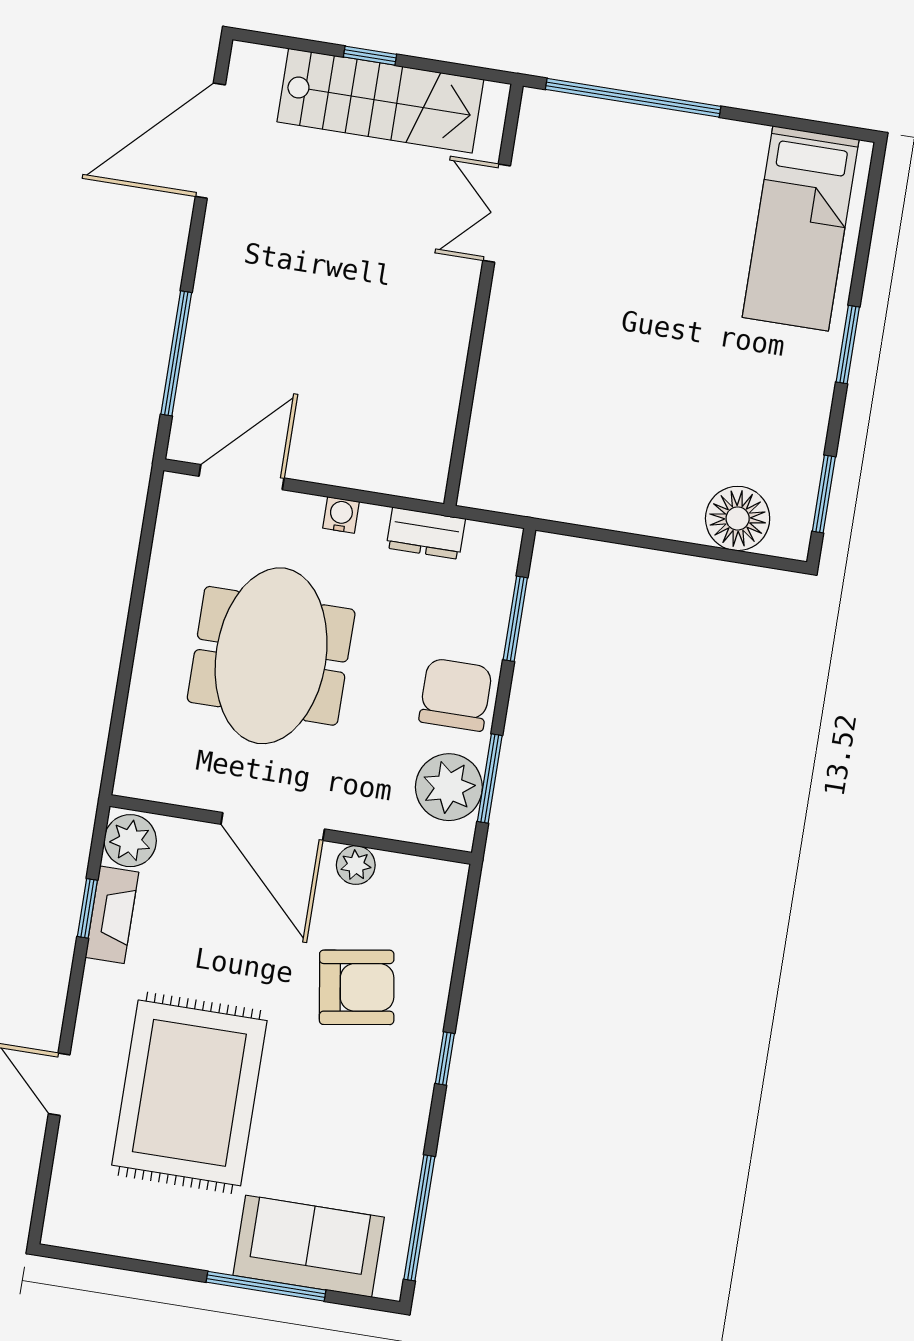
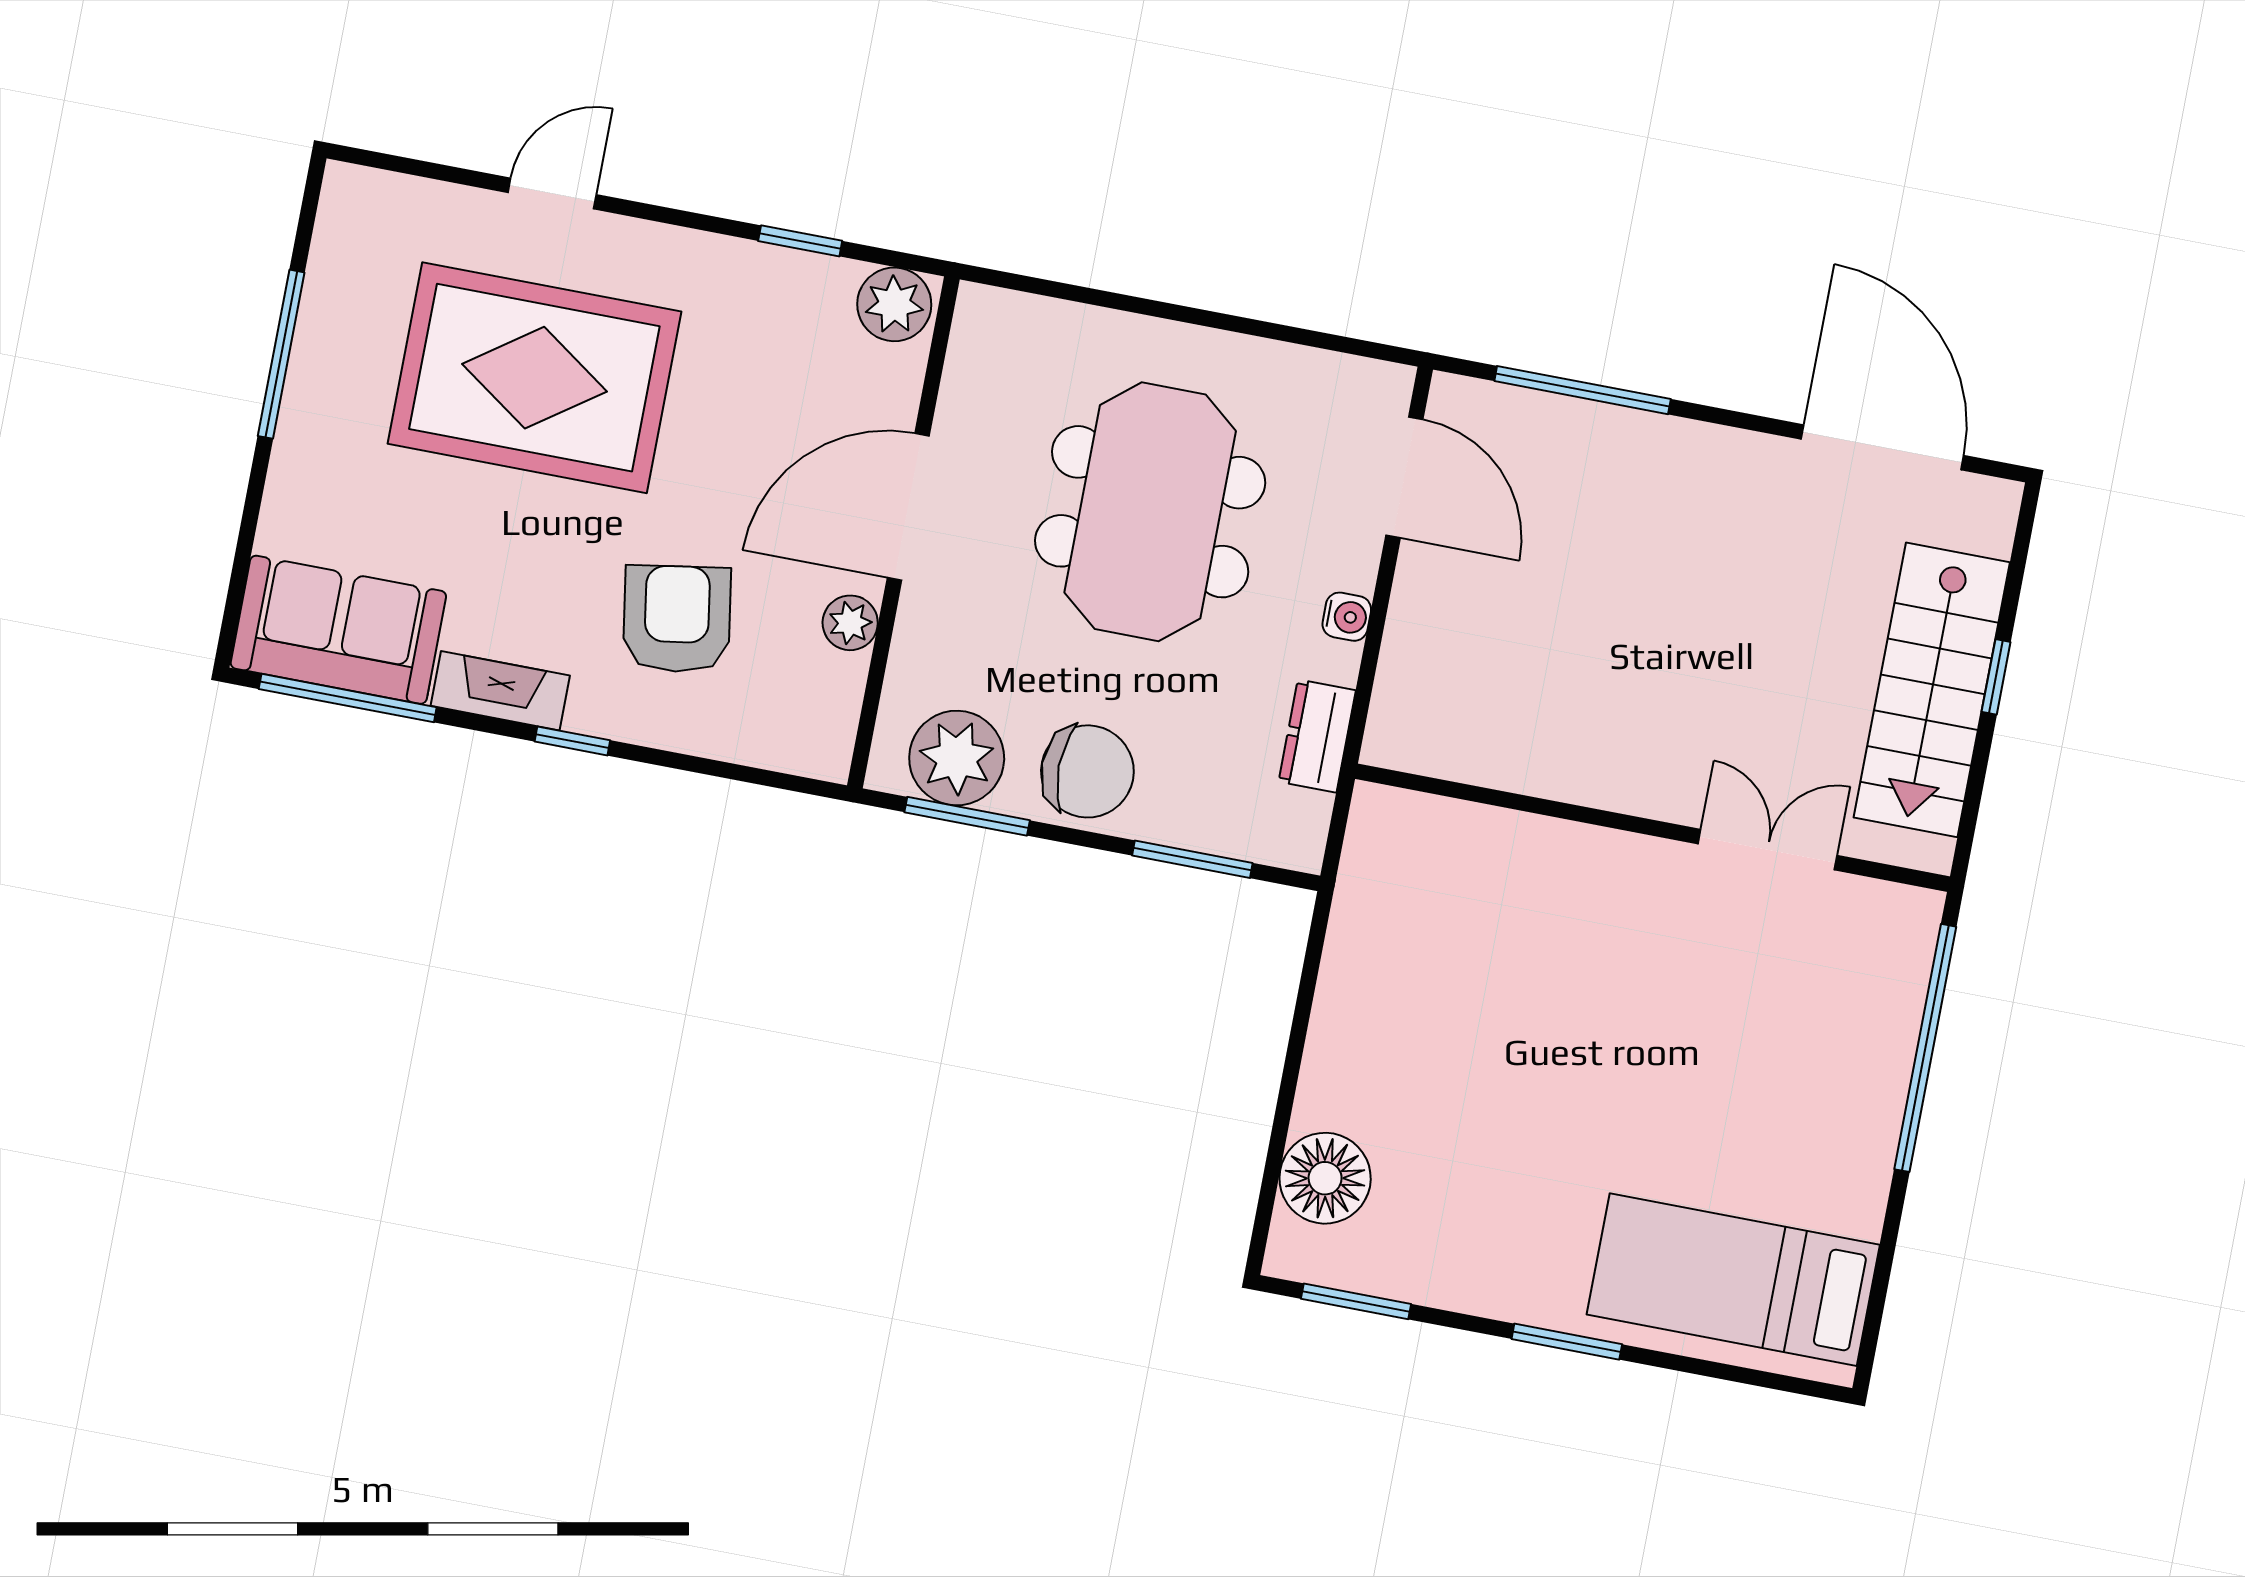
meeting table: (271, 656) -> (1150, 512), turned 90
fireplace: (112, 915) -> (500, 691), moved, turned 180
armchair: (357, 987) -> (677, 619), turned 180
sofa: (309, 1246) -> (338, 630), moved, turned -90
window: (266, 1286) -> (281, 354), moved

